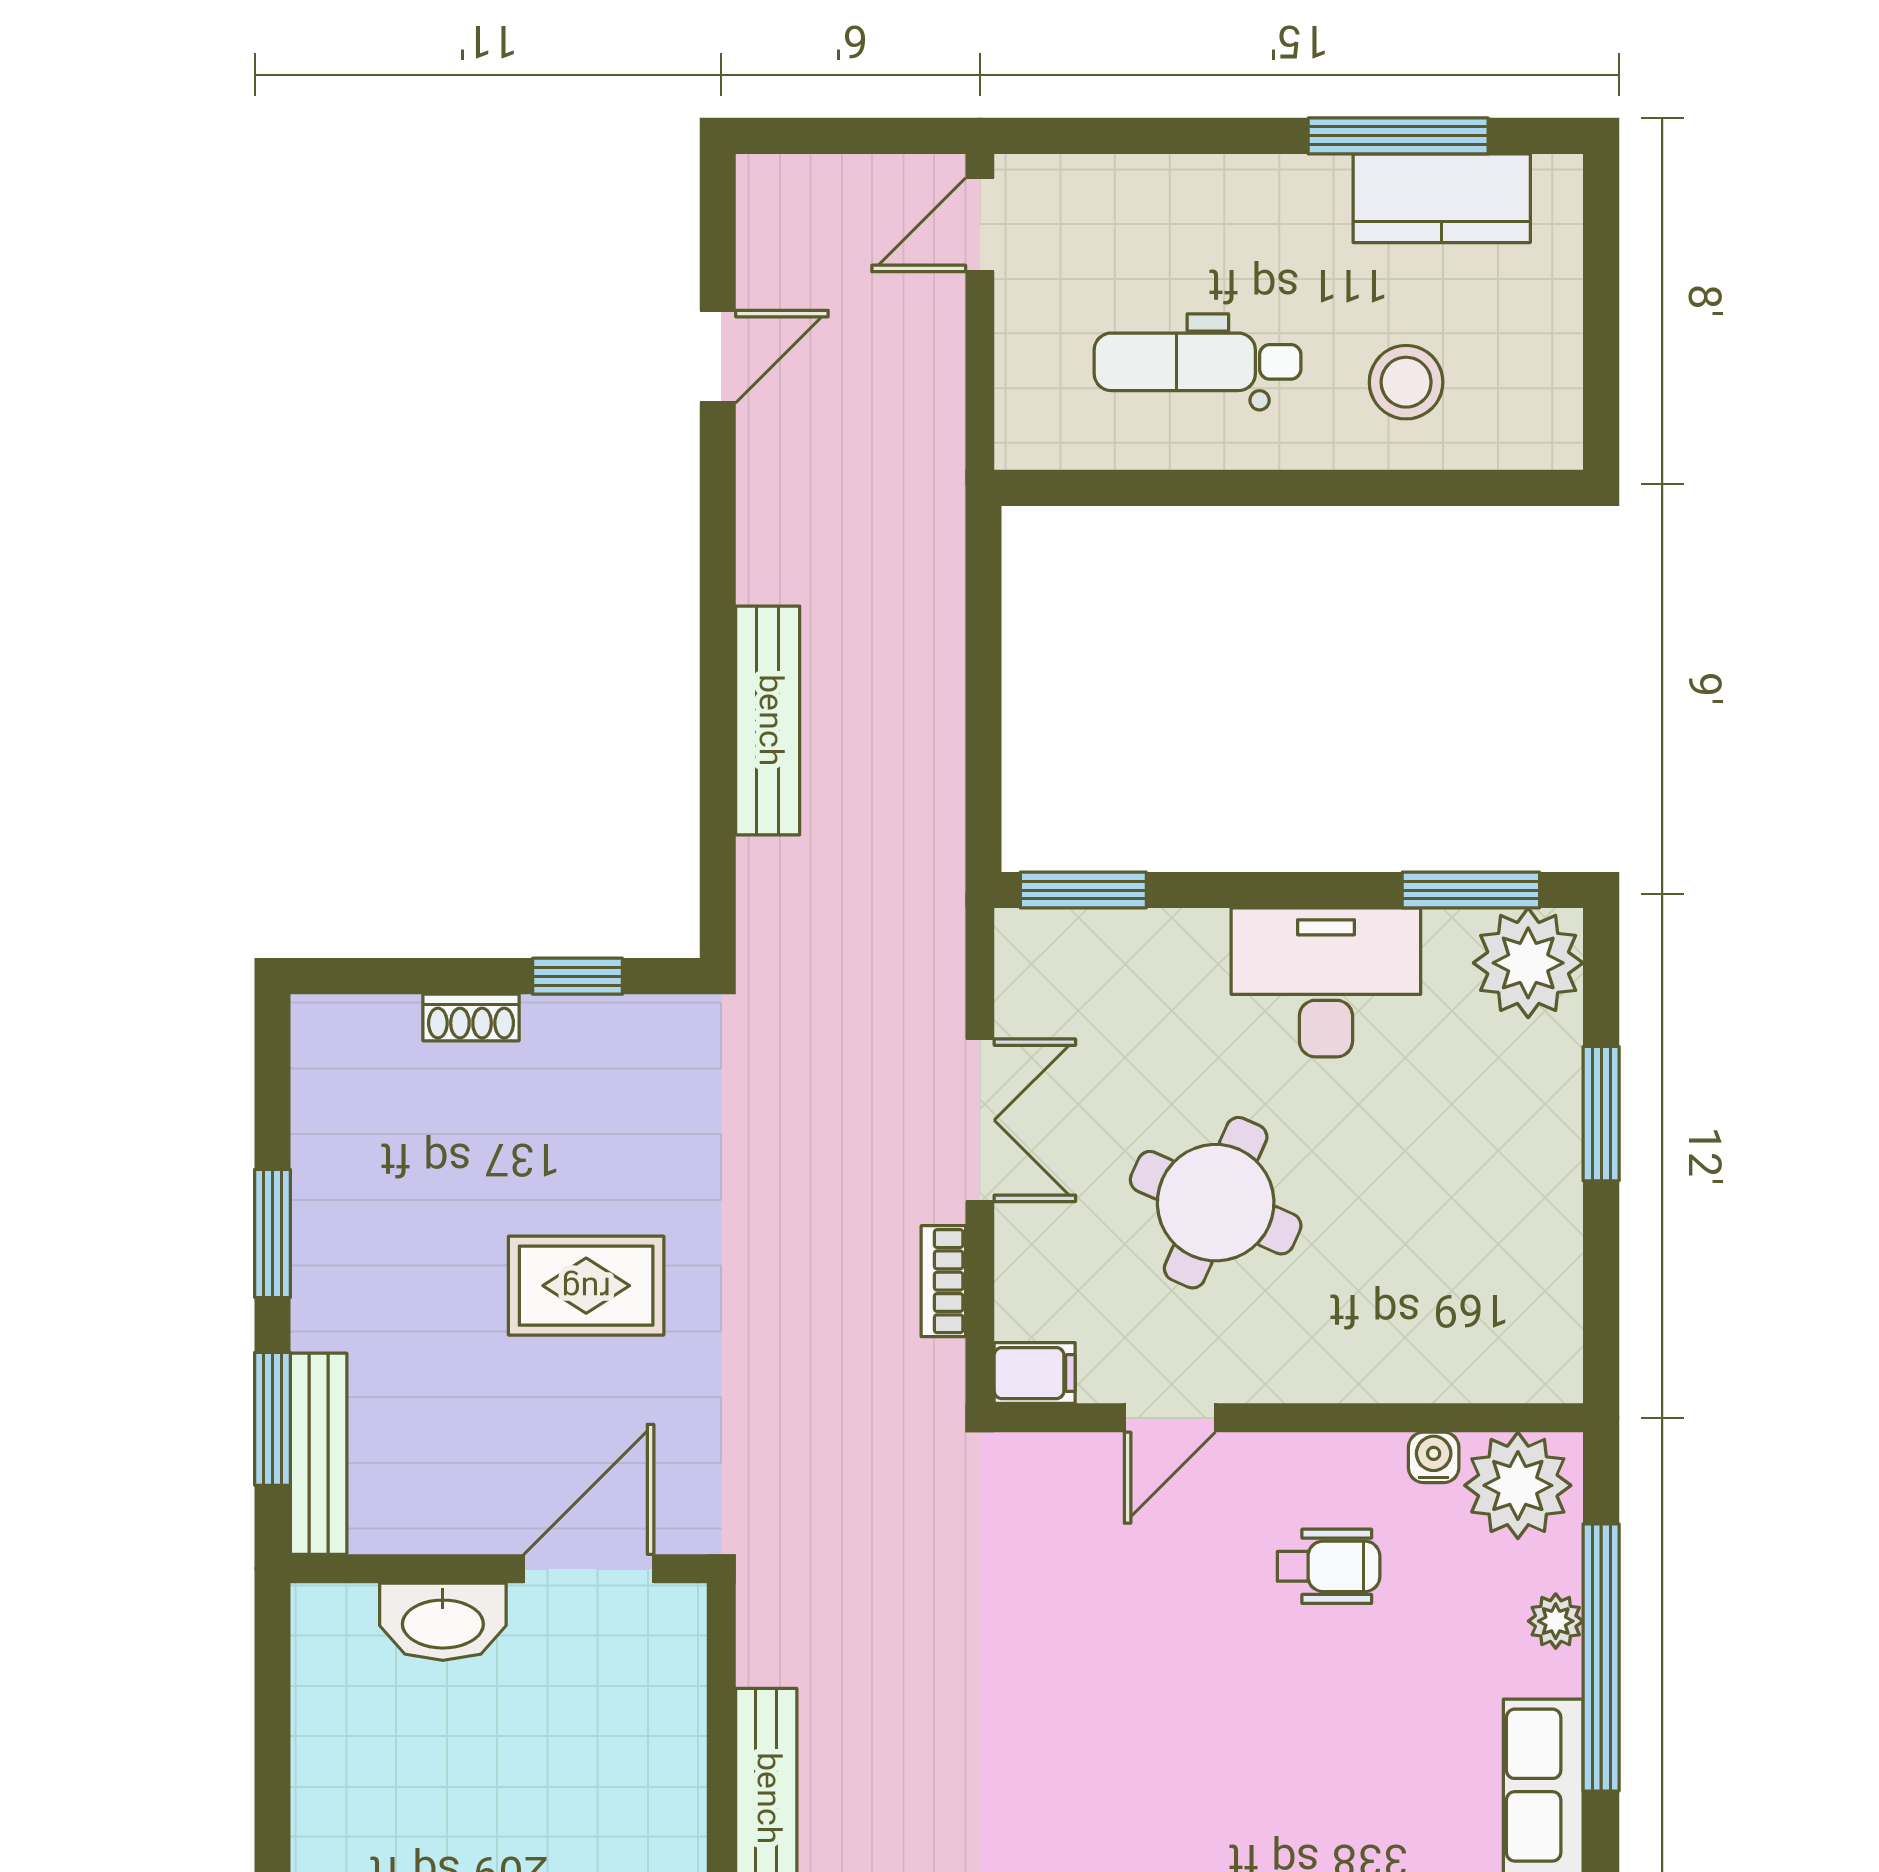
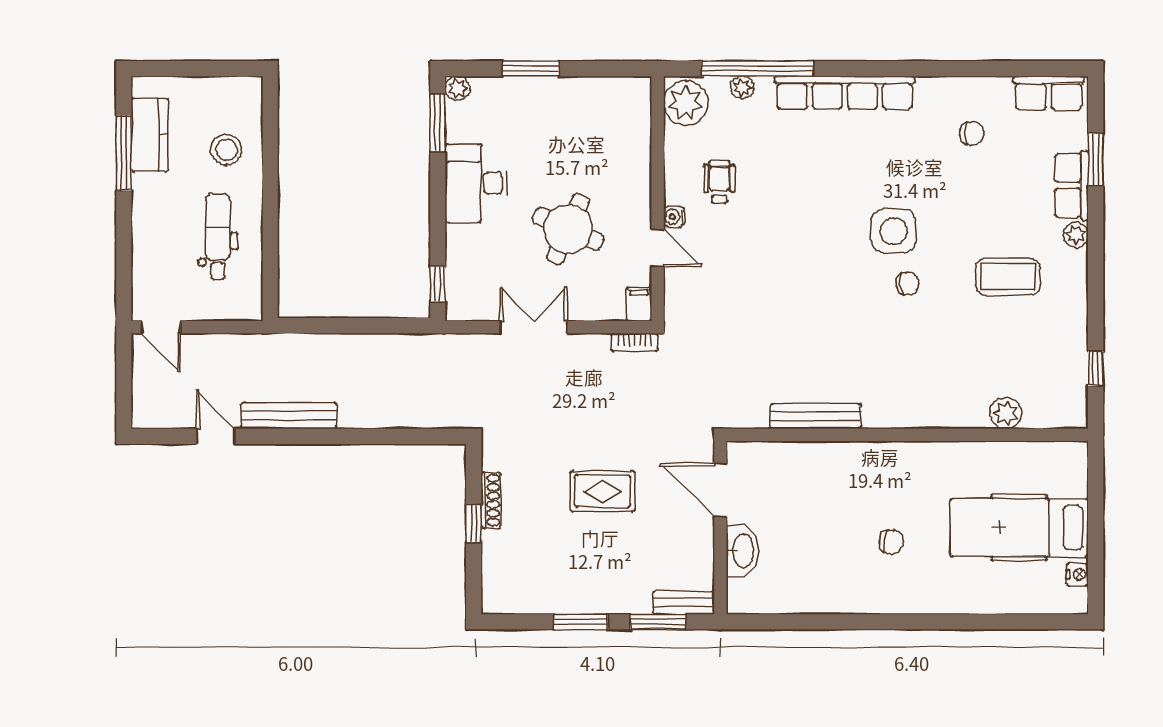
dental chair: (1198, 362) -> (218, 237), turned 180
bench: (768, 720) -> (289, 416), moved
window: (1083, 890) -> (438, 284), width x0.67
plant: (1528, 963) -> (457, 88), width x0.53, depth x0.53
window: (578, 976) -> (474, 523), moved
shoe rack: (471, 1017) -> (491, 500), moved, width x1.43
bookcase: (943, 1281) -> (634, 342), moved
rug: (586, 1286) -> (602, 491), turned 90
bench: (319, 1454) -> (684, 603), width x0.73
water cooler: (1434, 1457) -> (674, 217), moved

